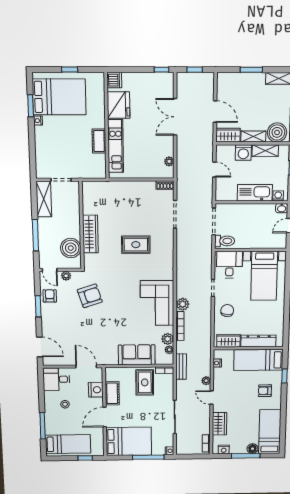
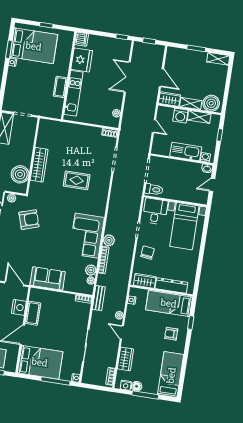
sofa: (137, 355) -> (48, 278), moved
rug: (145, 382) -> (64, 308), removed
floor lamp: (252, 449) -> (137, 386), moved

